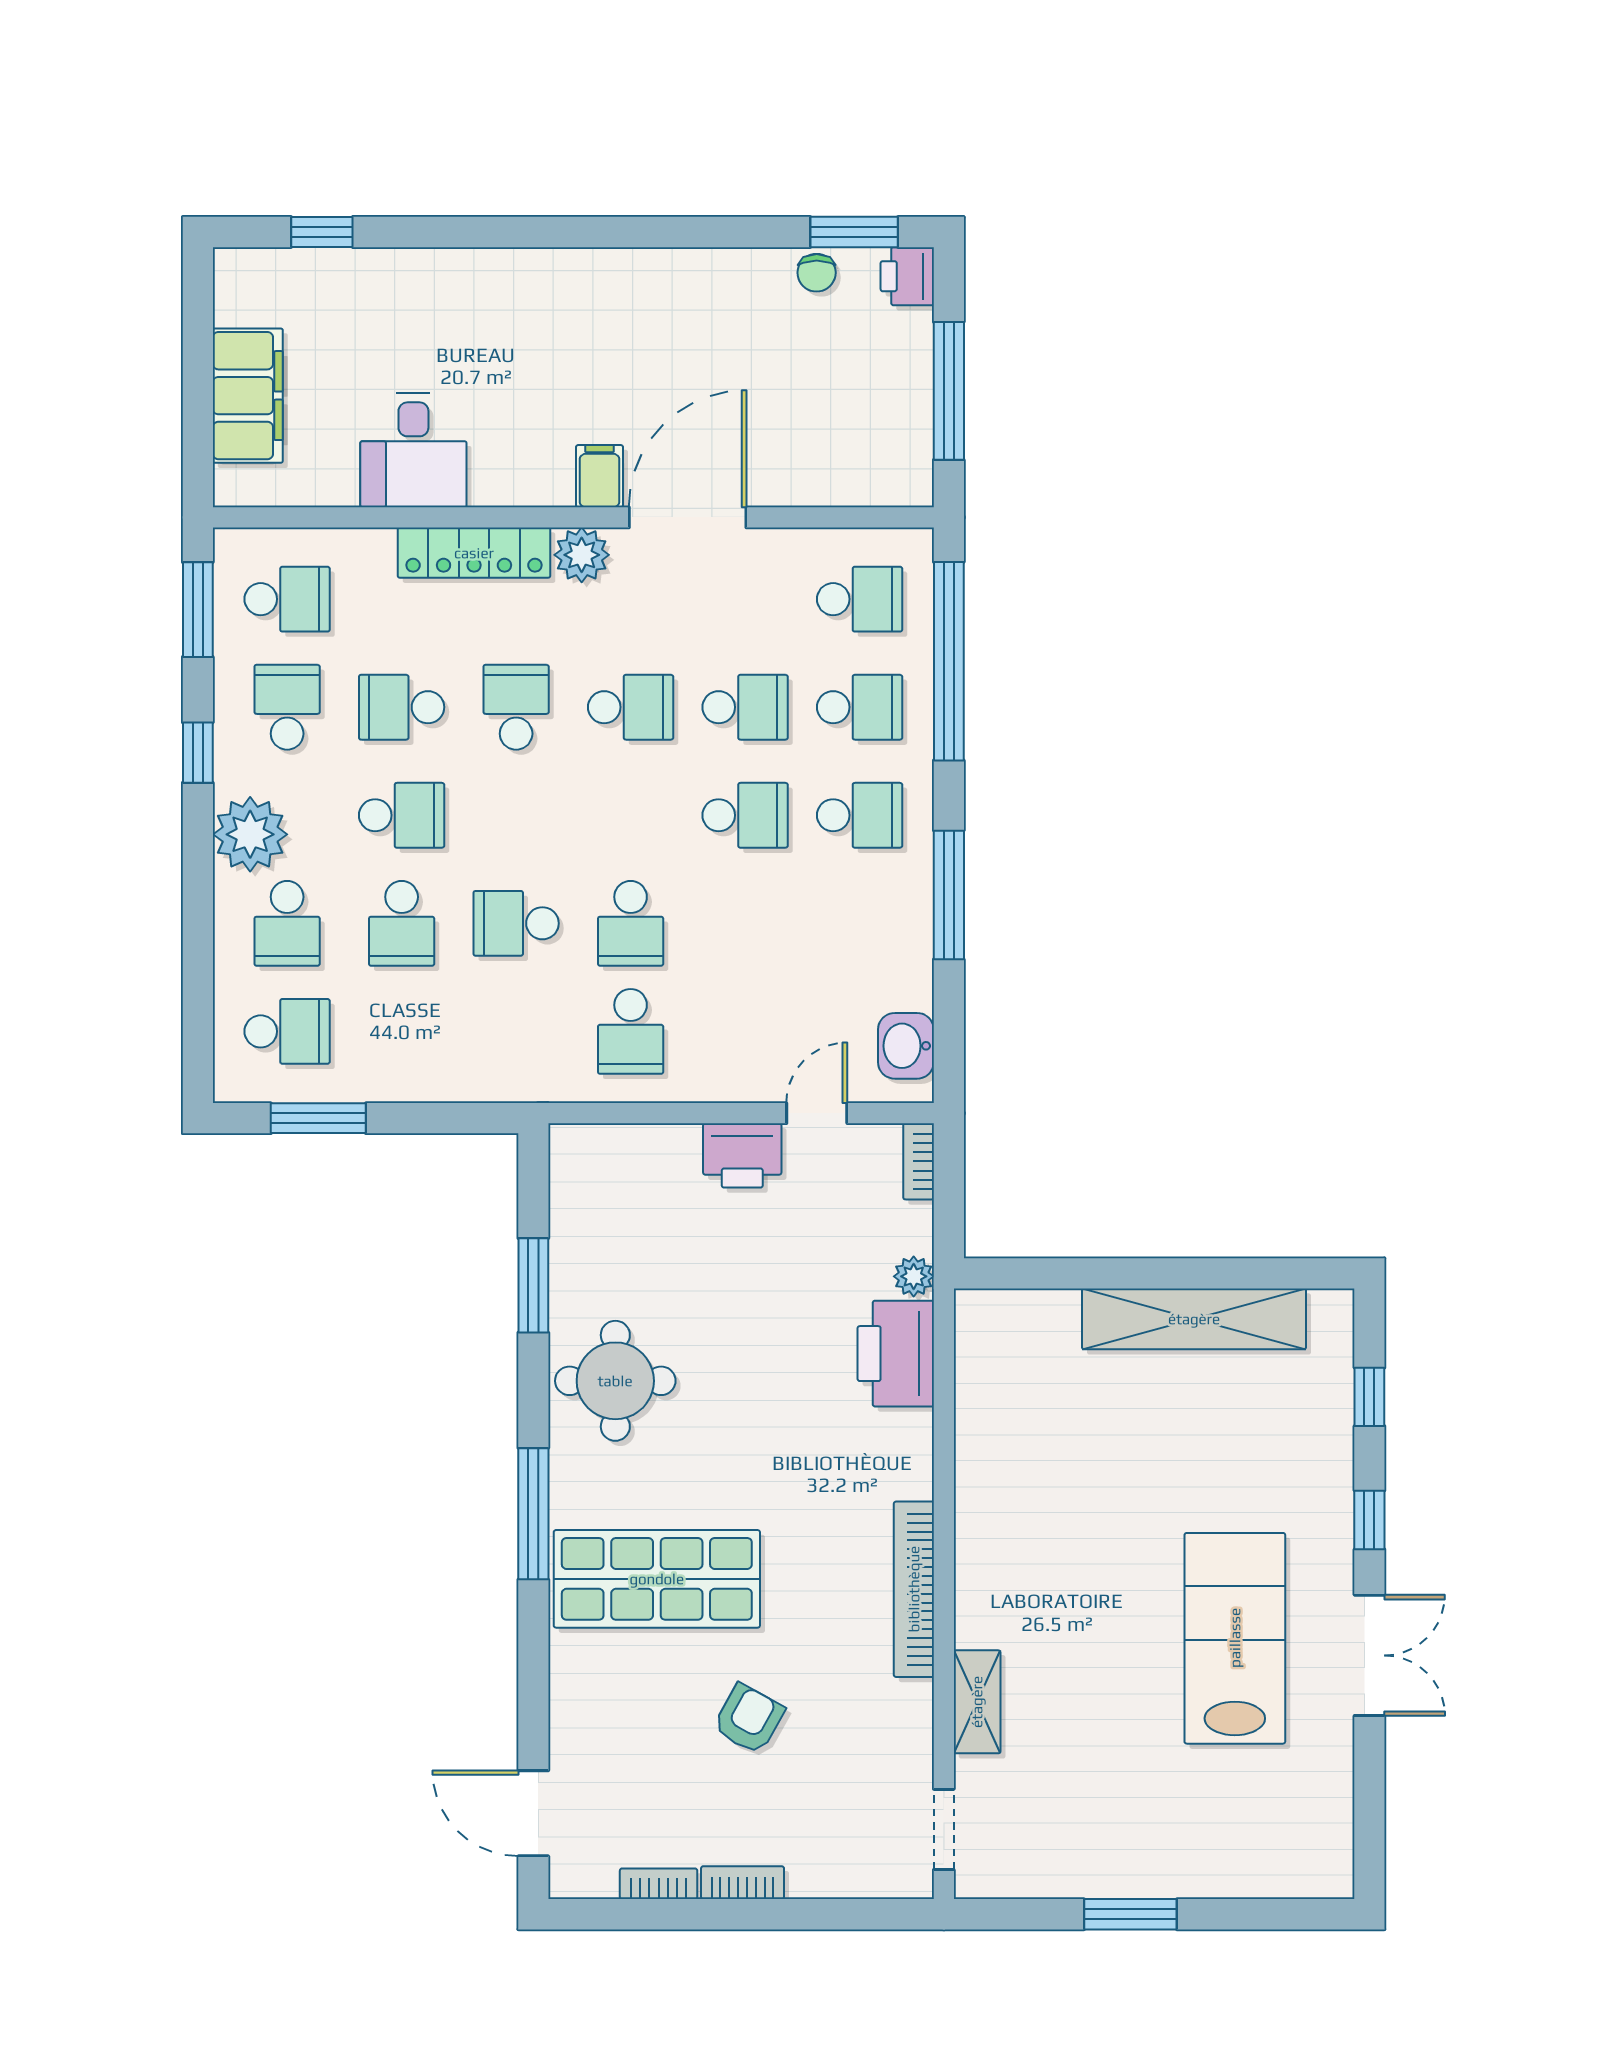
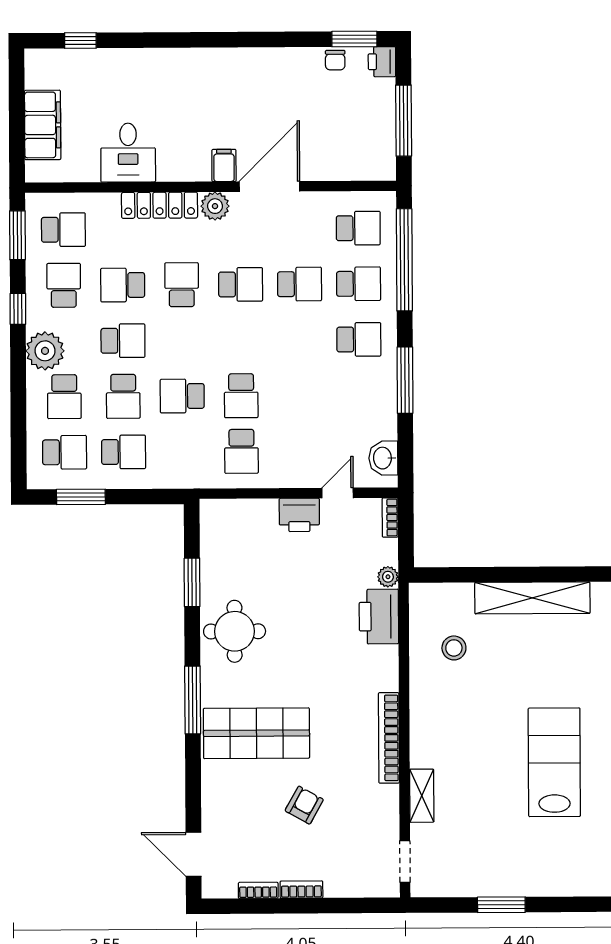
school desk: (745, 815) -> (124, 452), moved
stool: (1041, 1415) -> (454, 648), added

